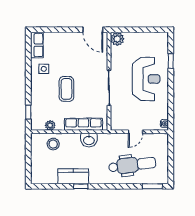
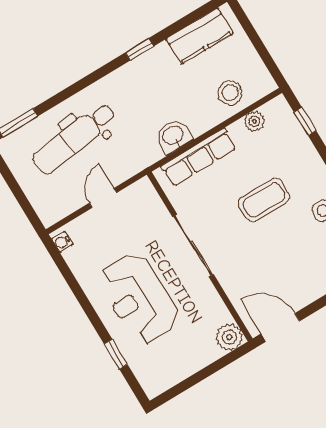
coffee table: (66, 89) -> (264, 200), turned 90
kitchen counter: (73, 176) -> (199, 36), moved

